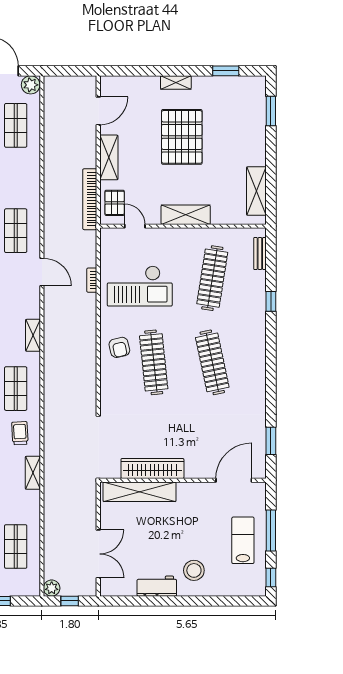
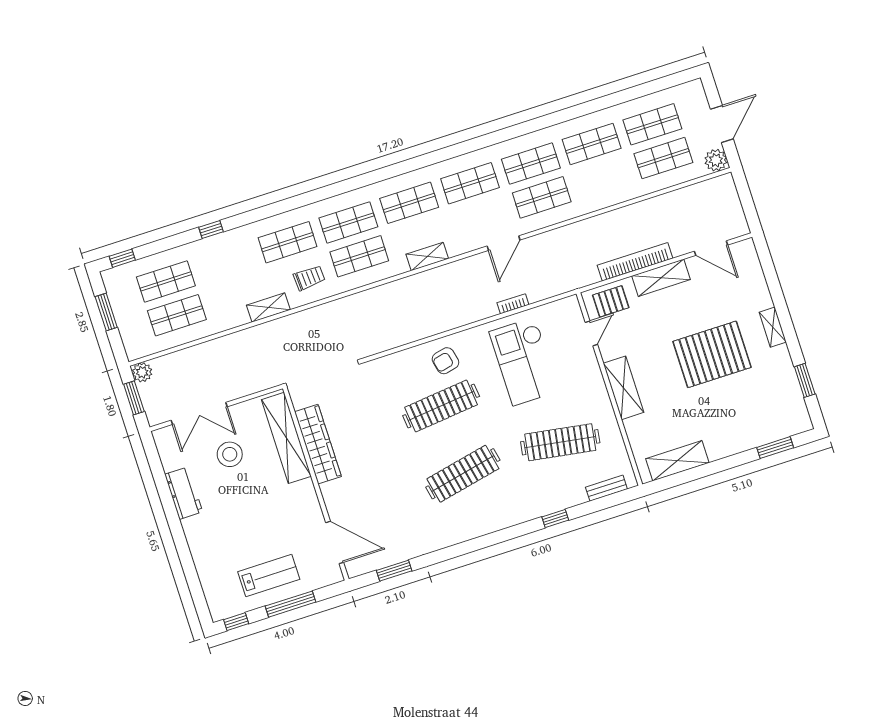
bookcase: (90, 199) -> (635, 262), moved
stool: (194, 570) -> (230, 454), moved
window: (70, 601) -> (134, 398), width x1.50

